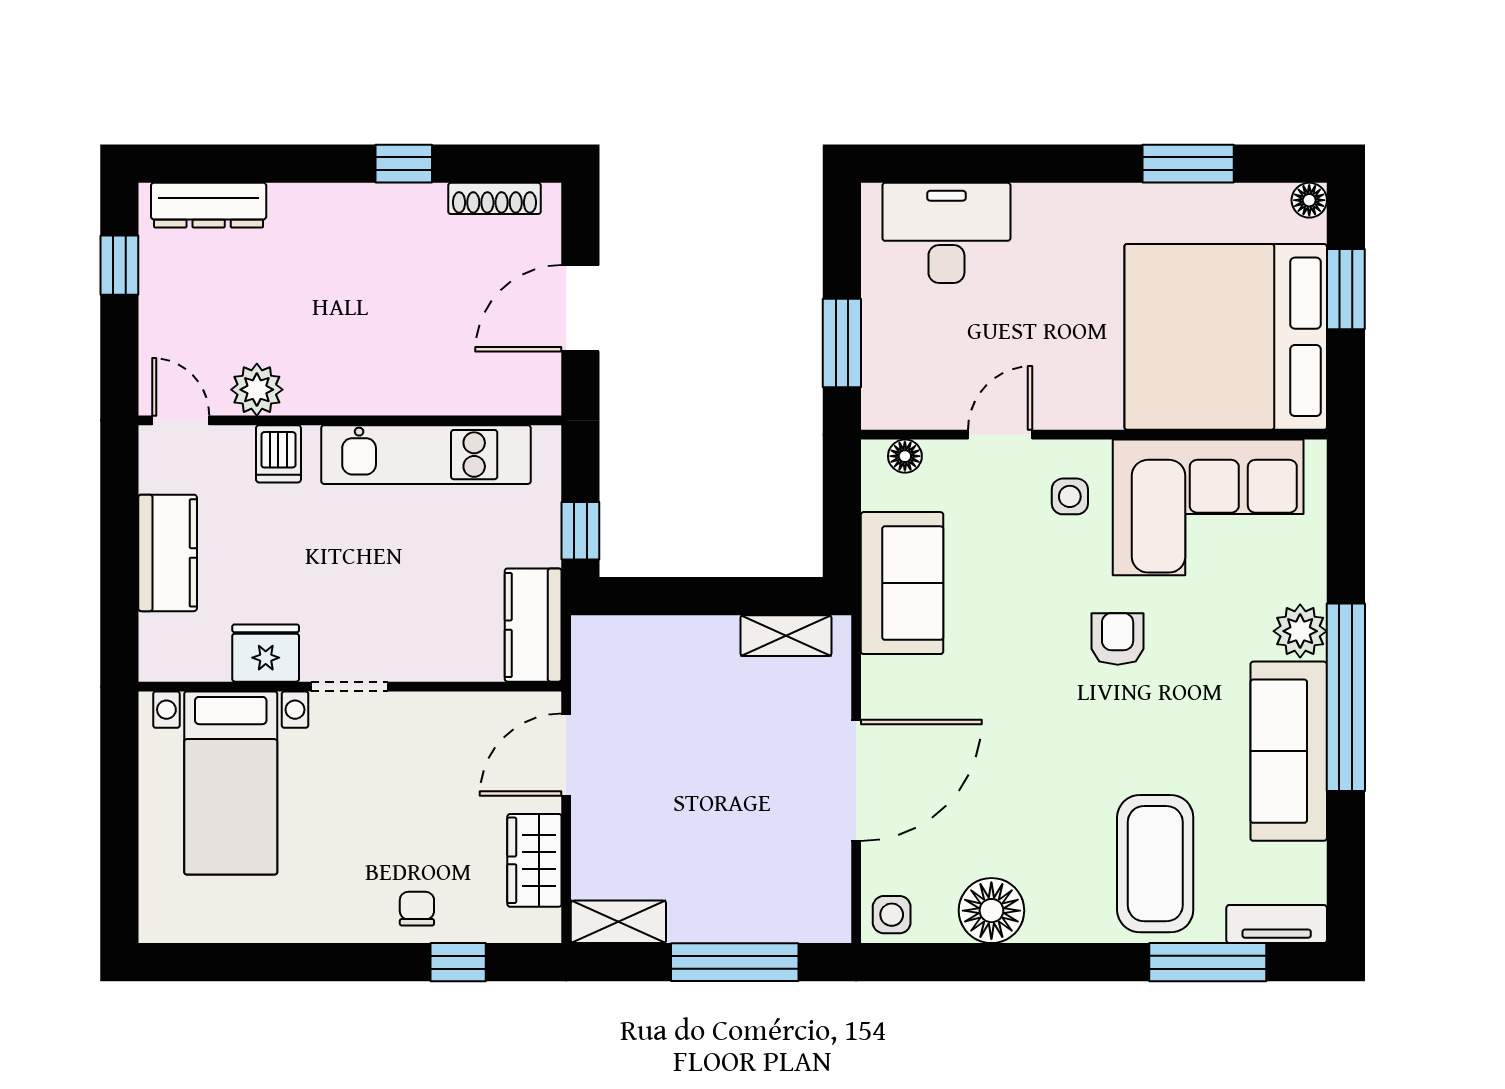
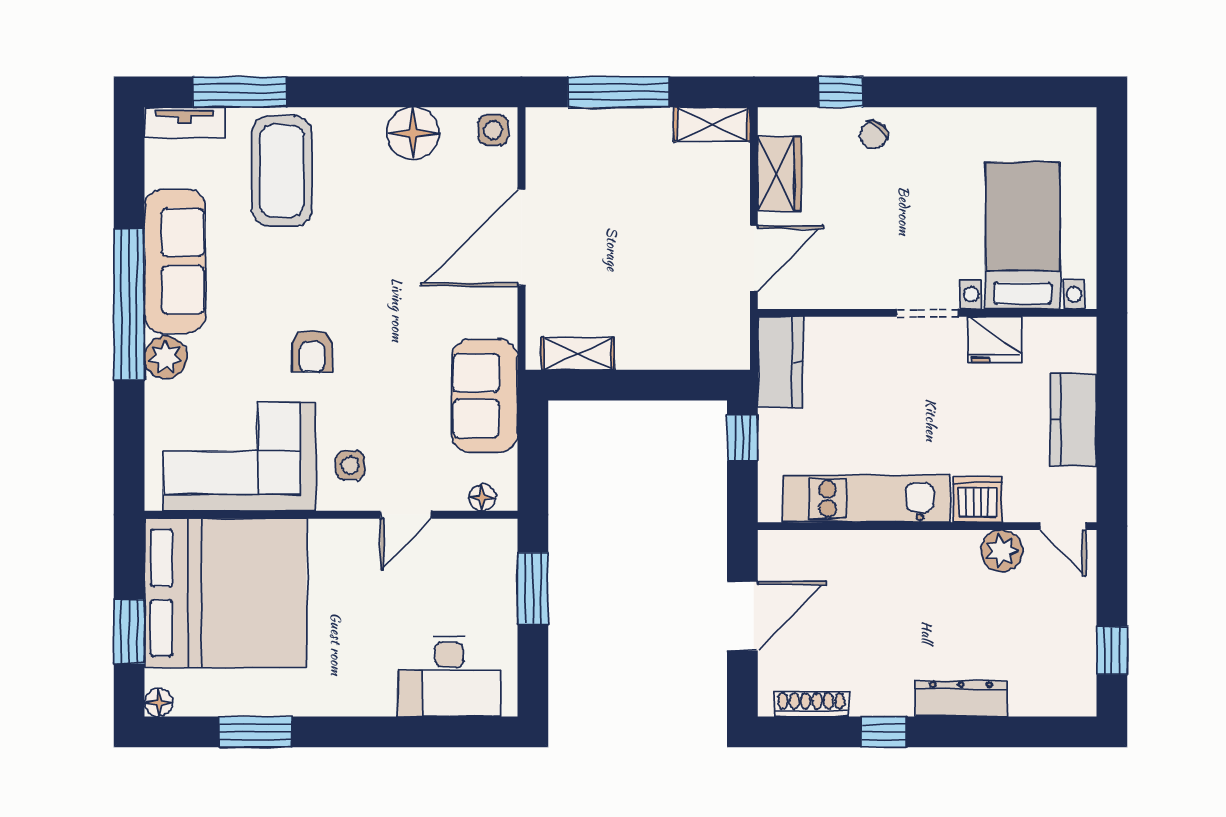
dresser: (209, 205) -> (961, 699), moved
dishwasher: (278, 454) -> (978, 499), width x1.38
chair: (417, 909) -> (873, 135), turned 41

